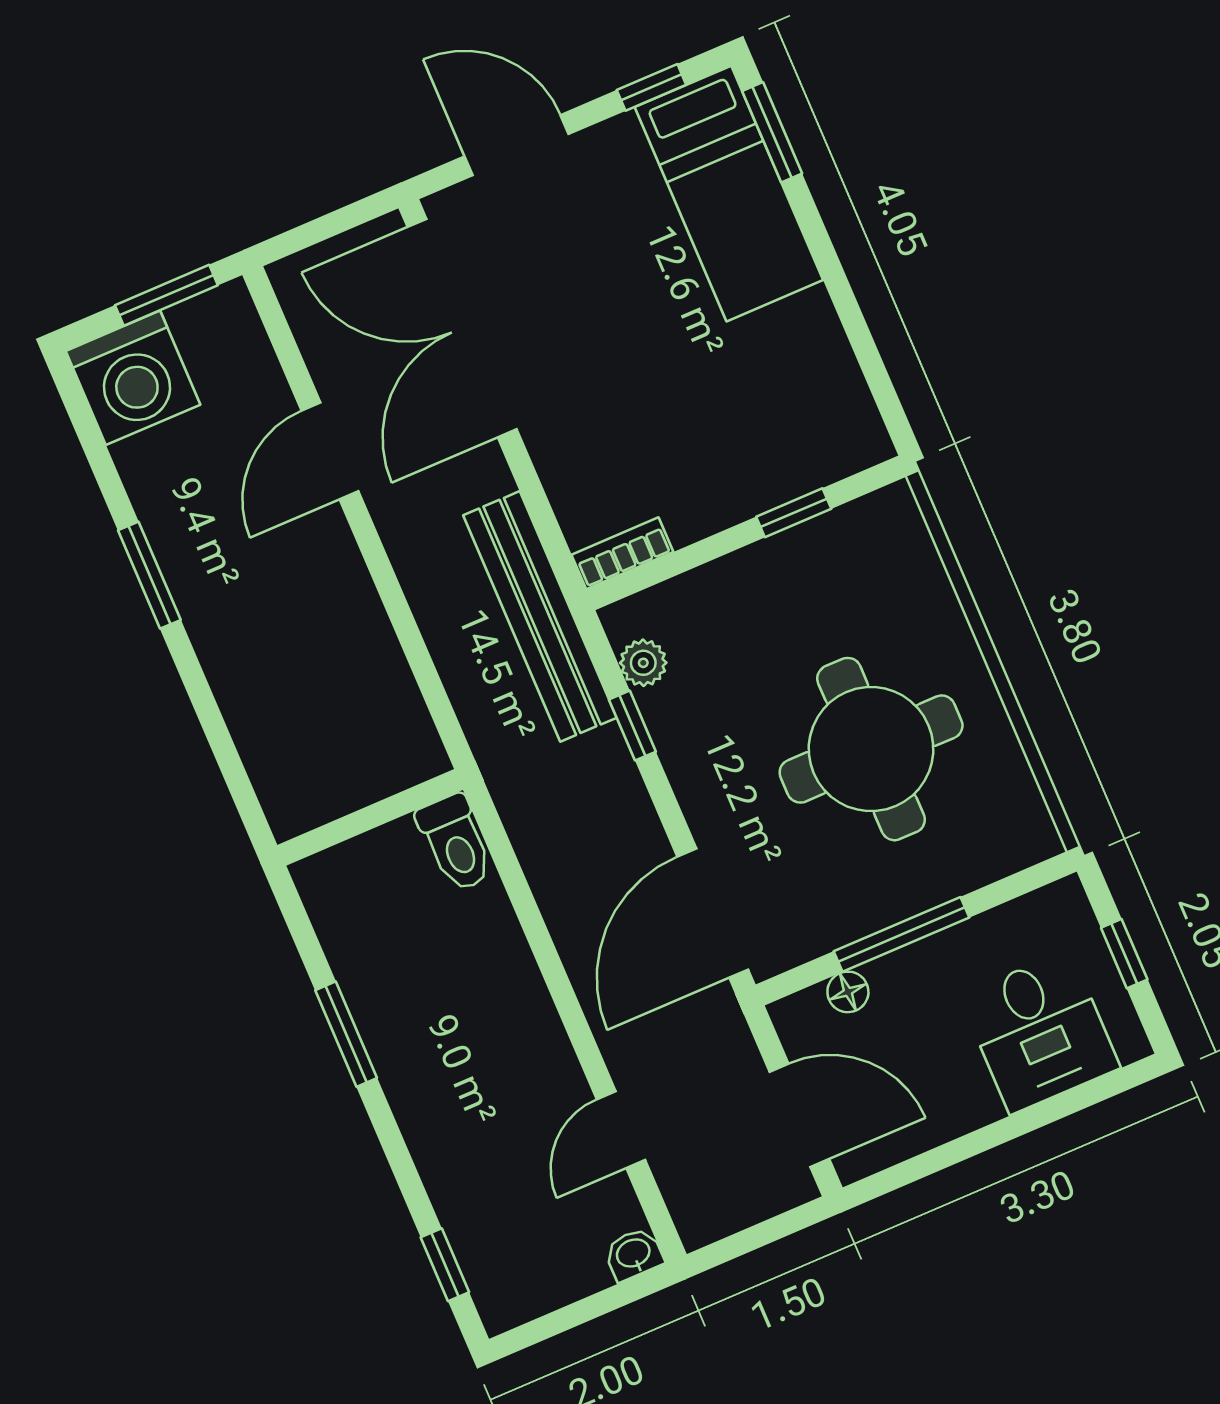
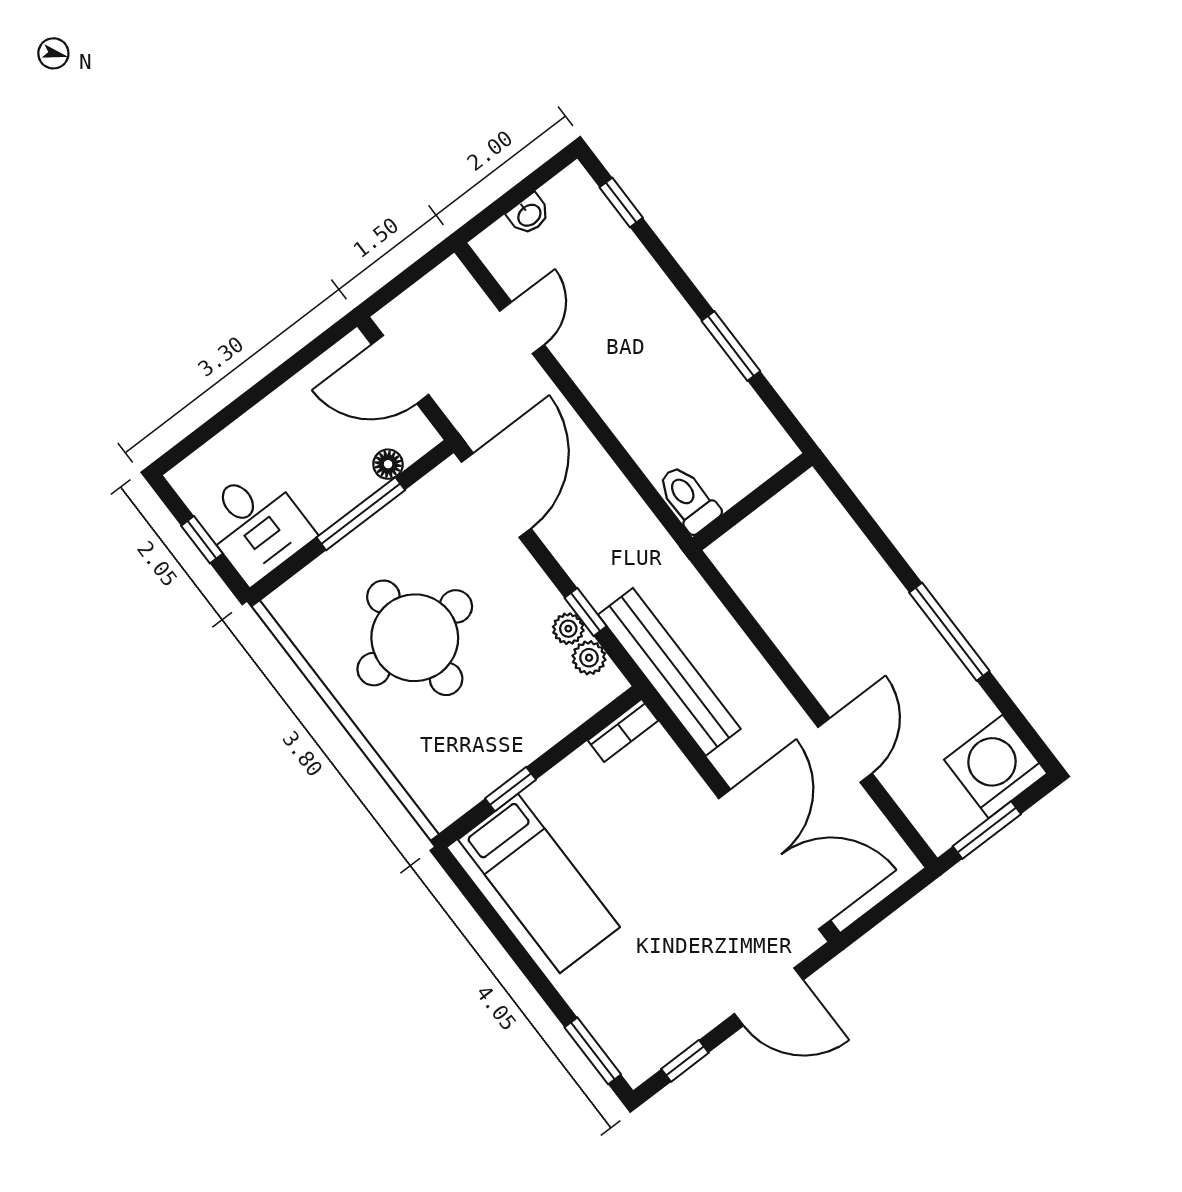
bed: (729, 194) -> (539, 883), moved, turned 180
window: (149, 575) -> (949, 632), width x1.44
plant: (661, 709) -> (568, 629), added
desk: (1040, 1032) -> (256, 525), moved, turned 180
washbasin: (634, 1254) -> (529, 215), moved

